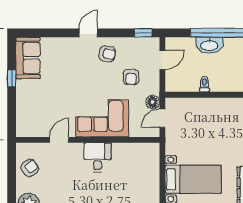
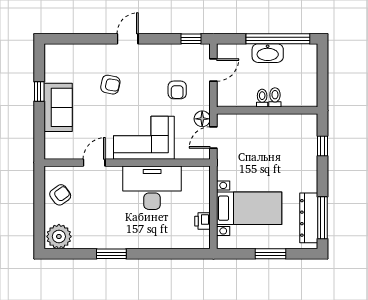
armchair: (107, 54) -> (110, 85), moved
sofa: (28, 58) -> (58, 107), moved
toilet: (216, 84) -> (275, 97), added
desk: (97, 157) -> (152, 188), width x1.87, depth x1.30
printer: (153, 190) -> (203, 221), added

